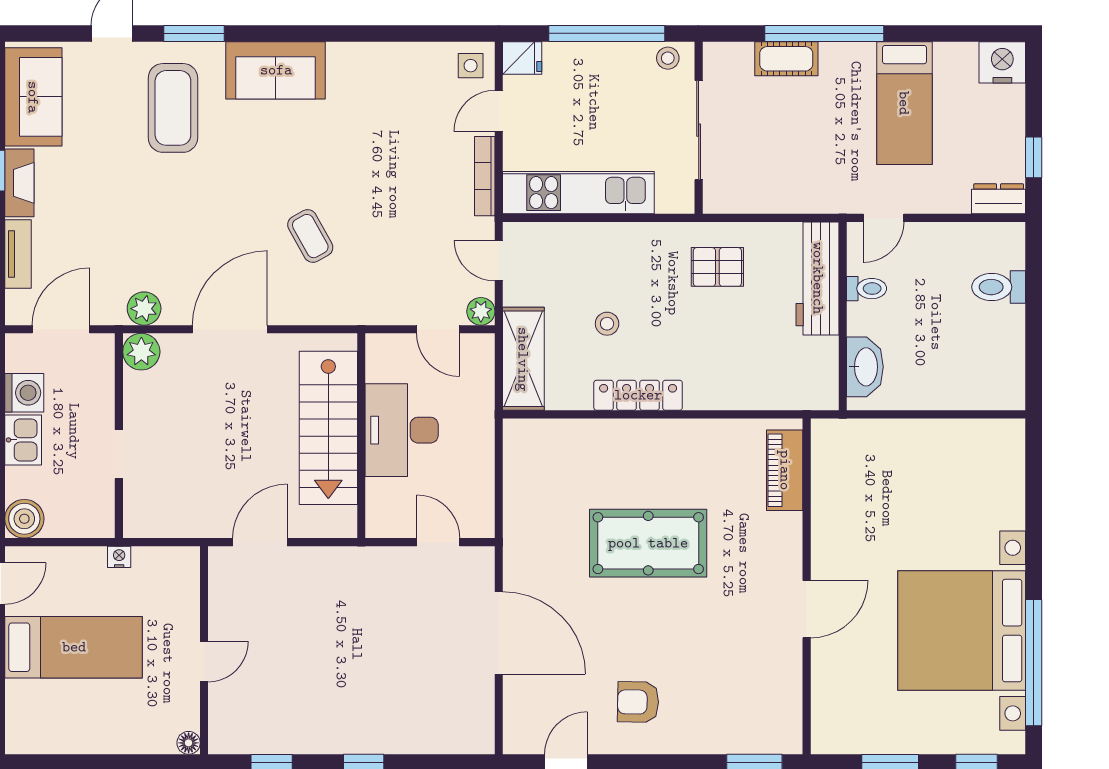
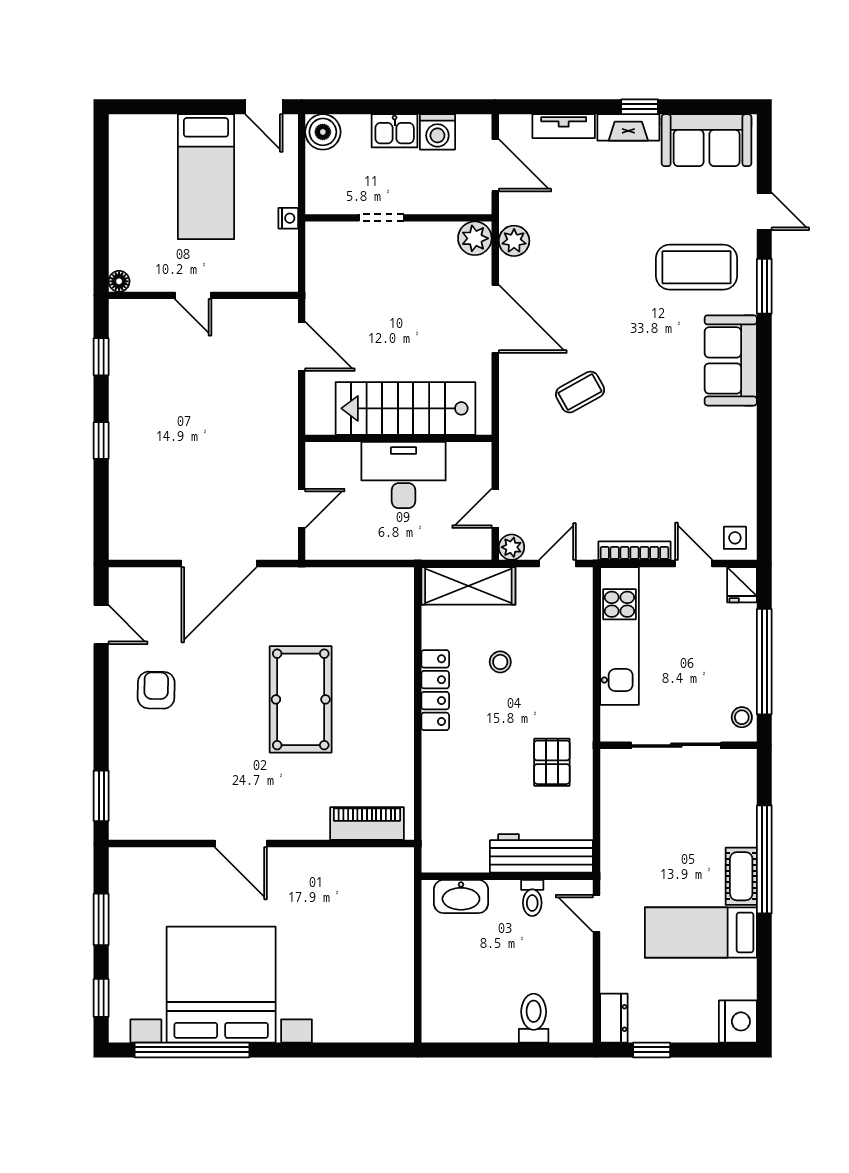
cot: (786, 59) -> (741, 876), moved

